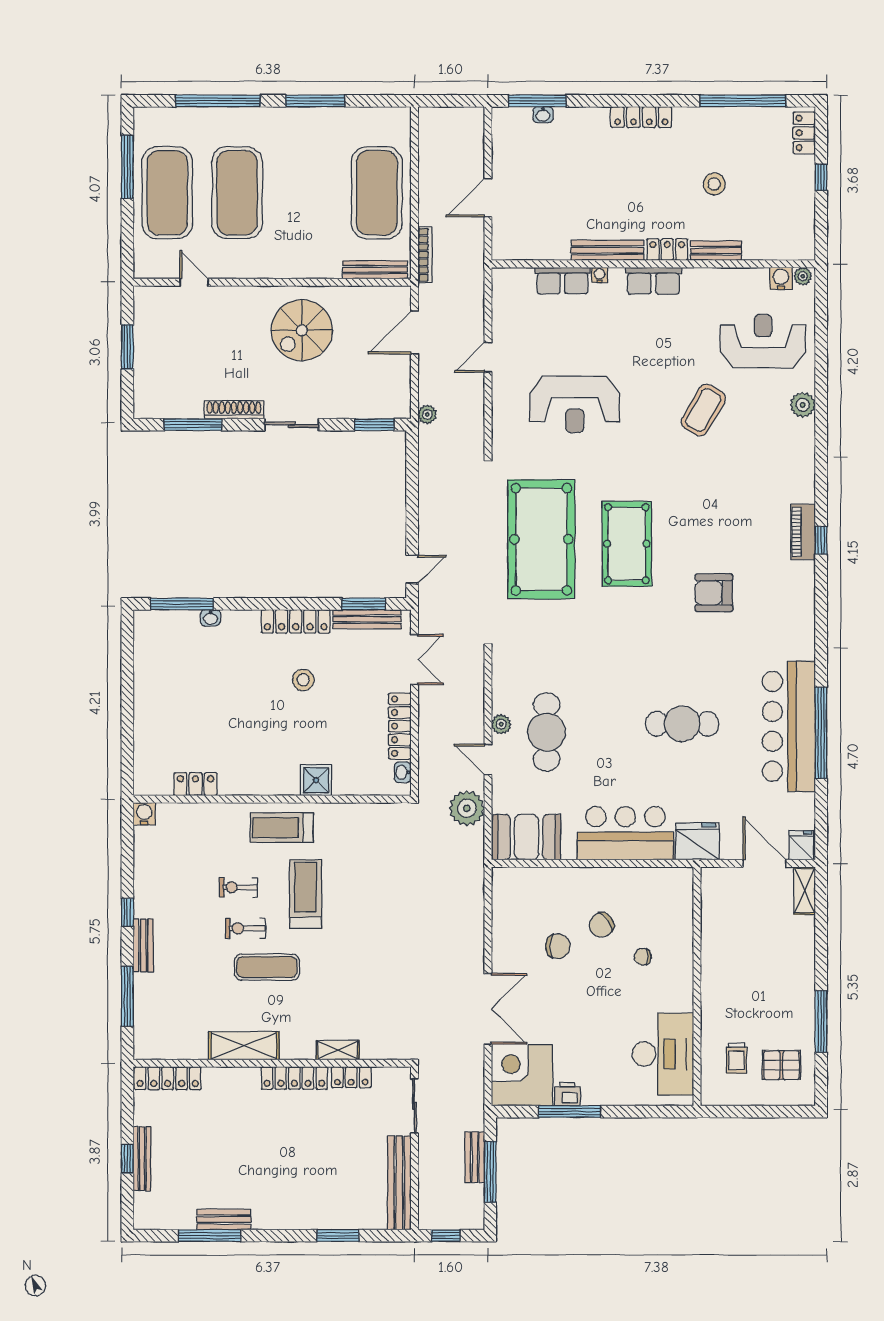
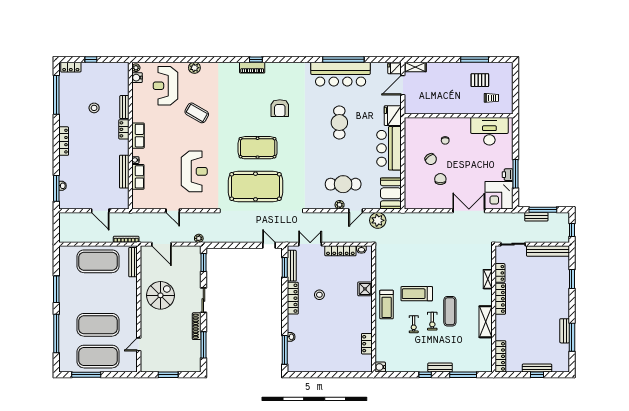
bench: (608, 250) -> (124, 172), moved
spiral stairs: (302, 330) -> (160, 295), turned -90
pallet: (781, 1065) -> (480, 80), moved, turned 90

